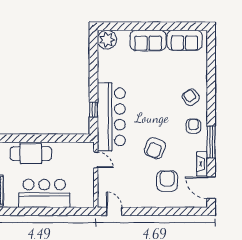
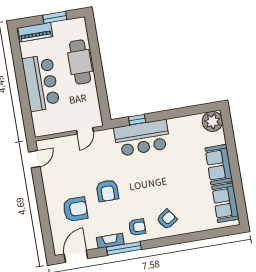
bar counter: (111, 117) -> (142, 138), width x0.73
armchair: (155, 148) -> (107, 191), turned -112
fireplace: (202, 164) -> (110, 241), moved

